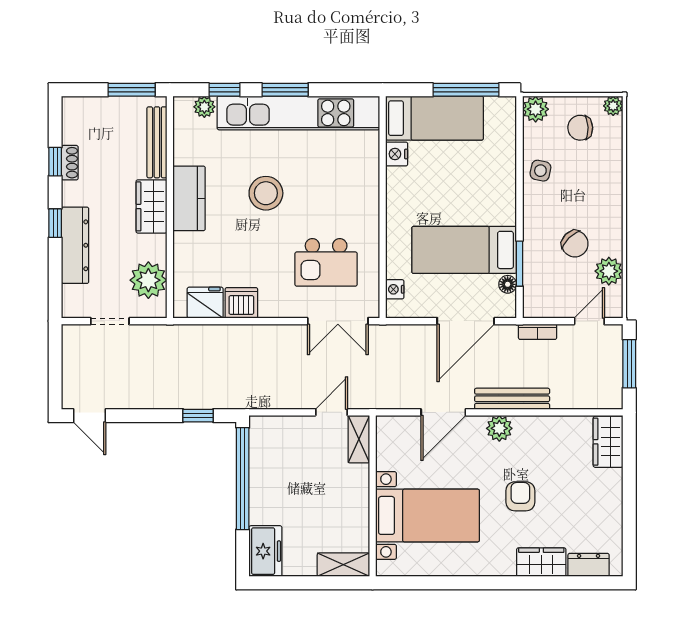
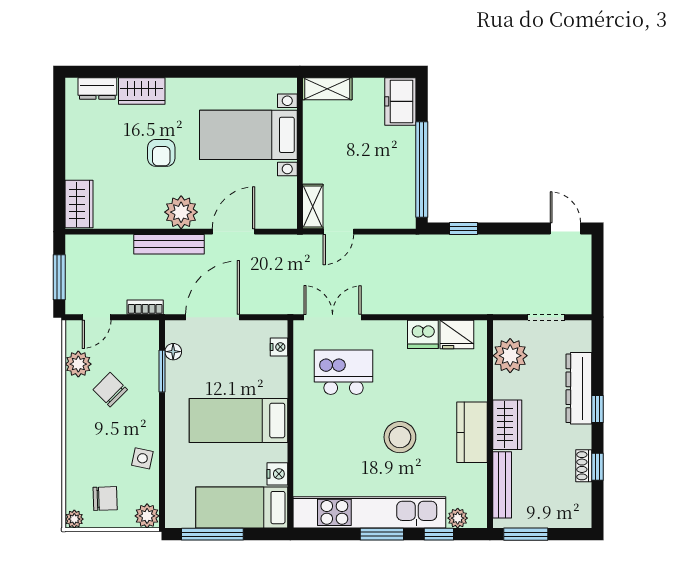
bed: (464, 250) -> (238, 420), moved, turned 180
plant: (499, 428) -> (181, 212), width x1.36, depth x1.36

